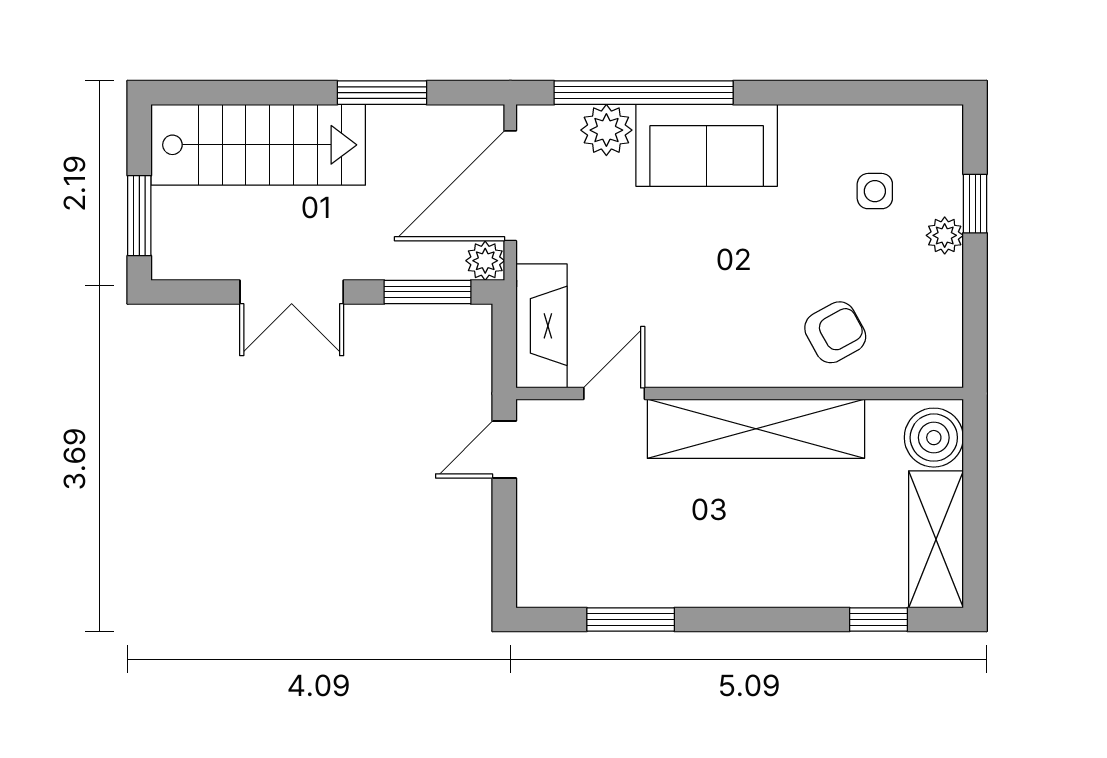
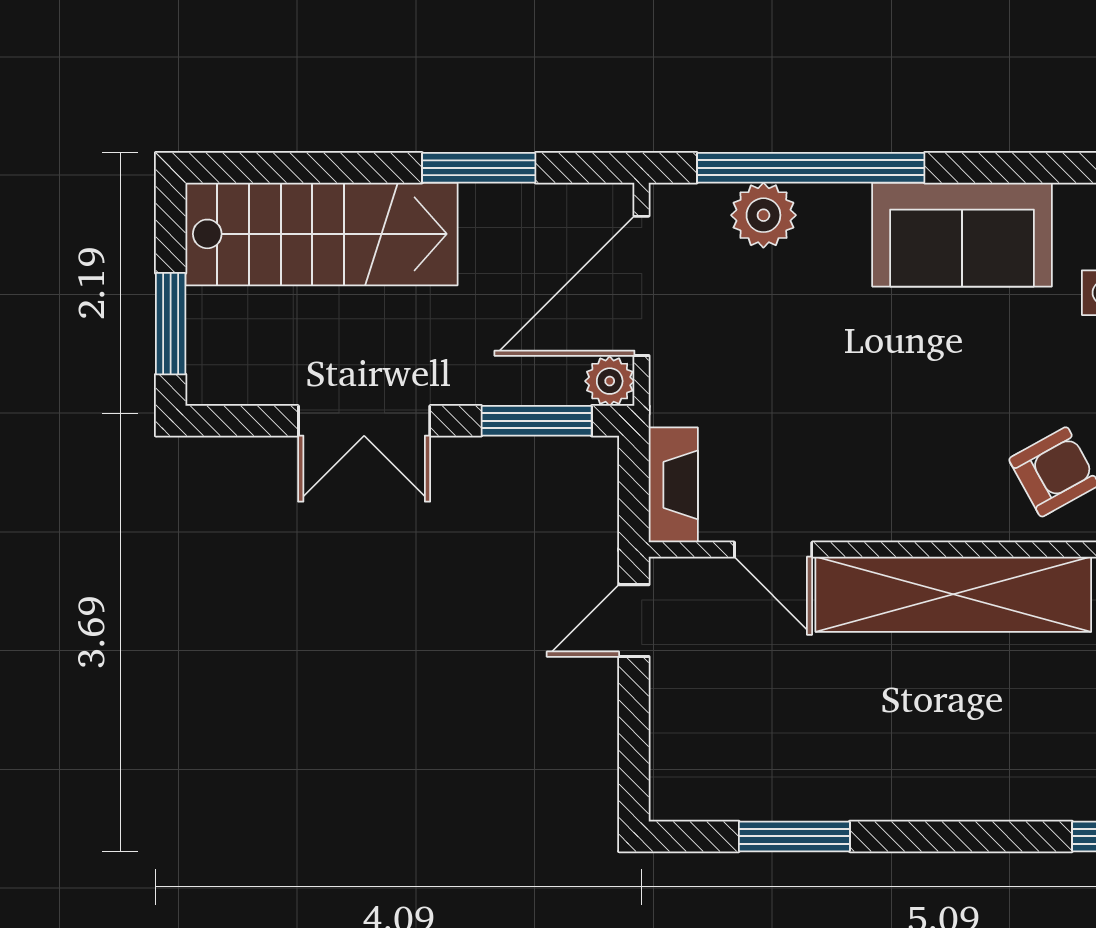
sofa: (707, 145) -> (962, 235), moved
fireplace: (542, 326) -> (673, 485), width x0.73, depth x0.76
door: (614, 394) -> (773, 550), swing flipped

